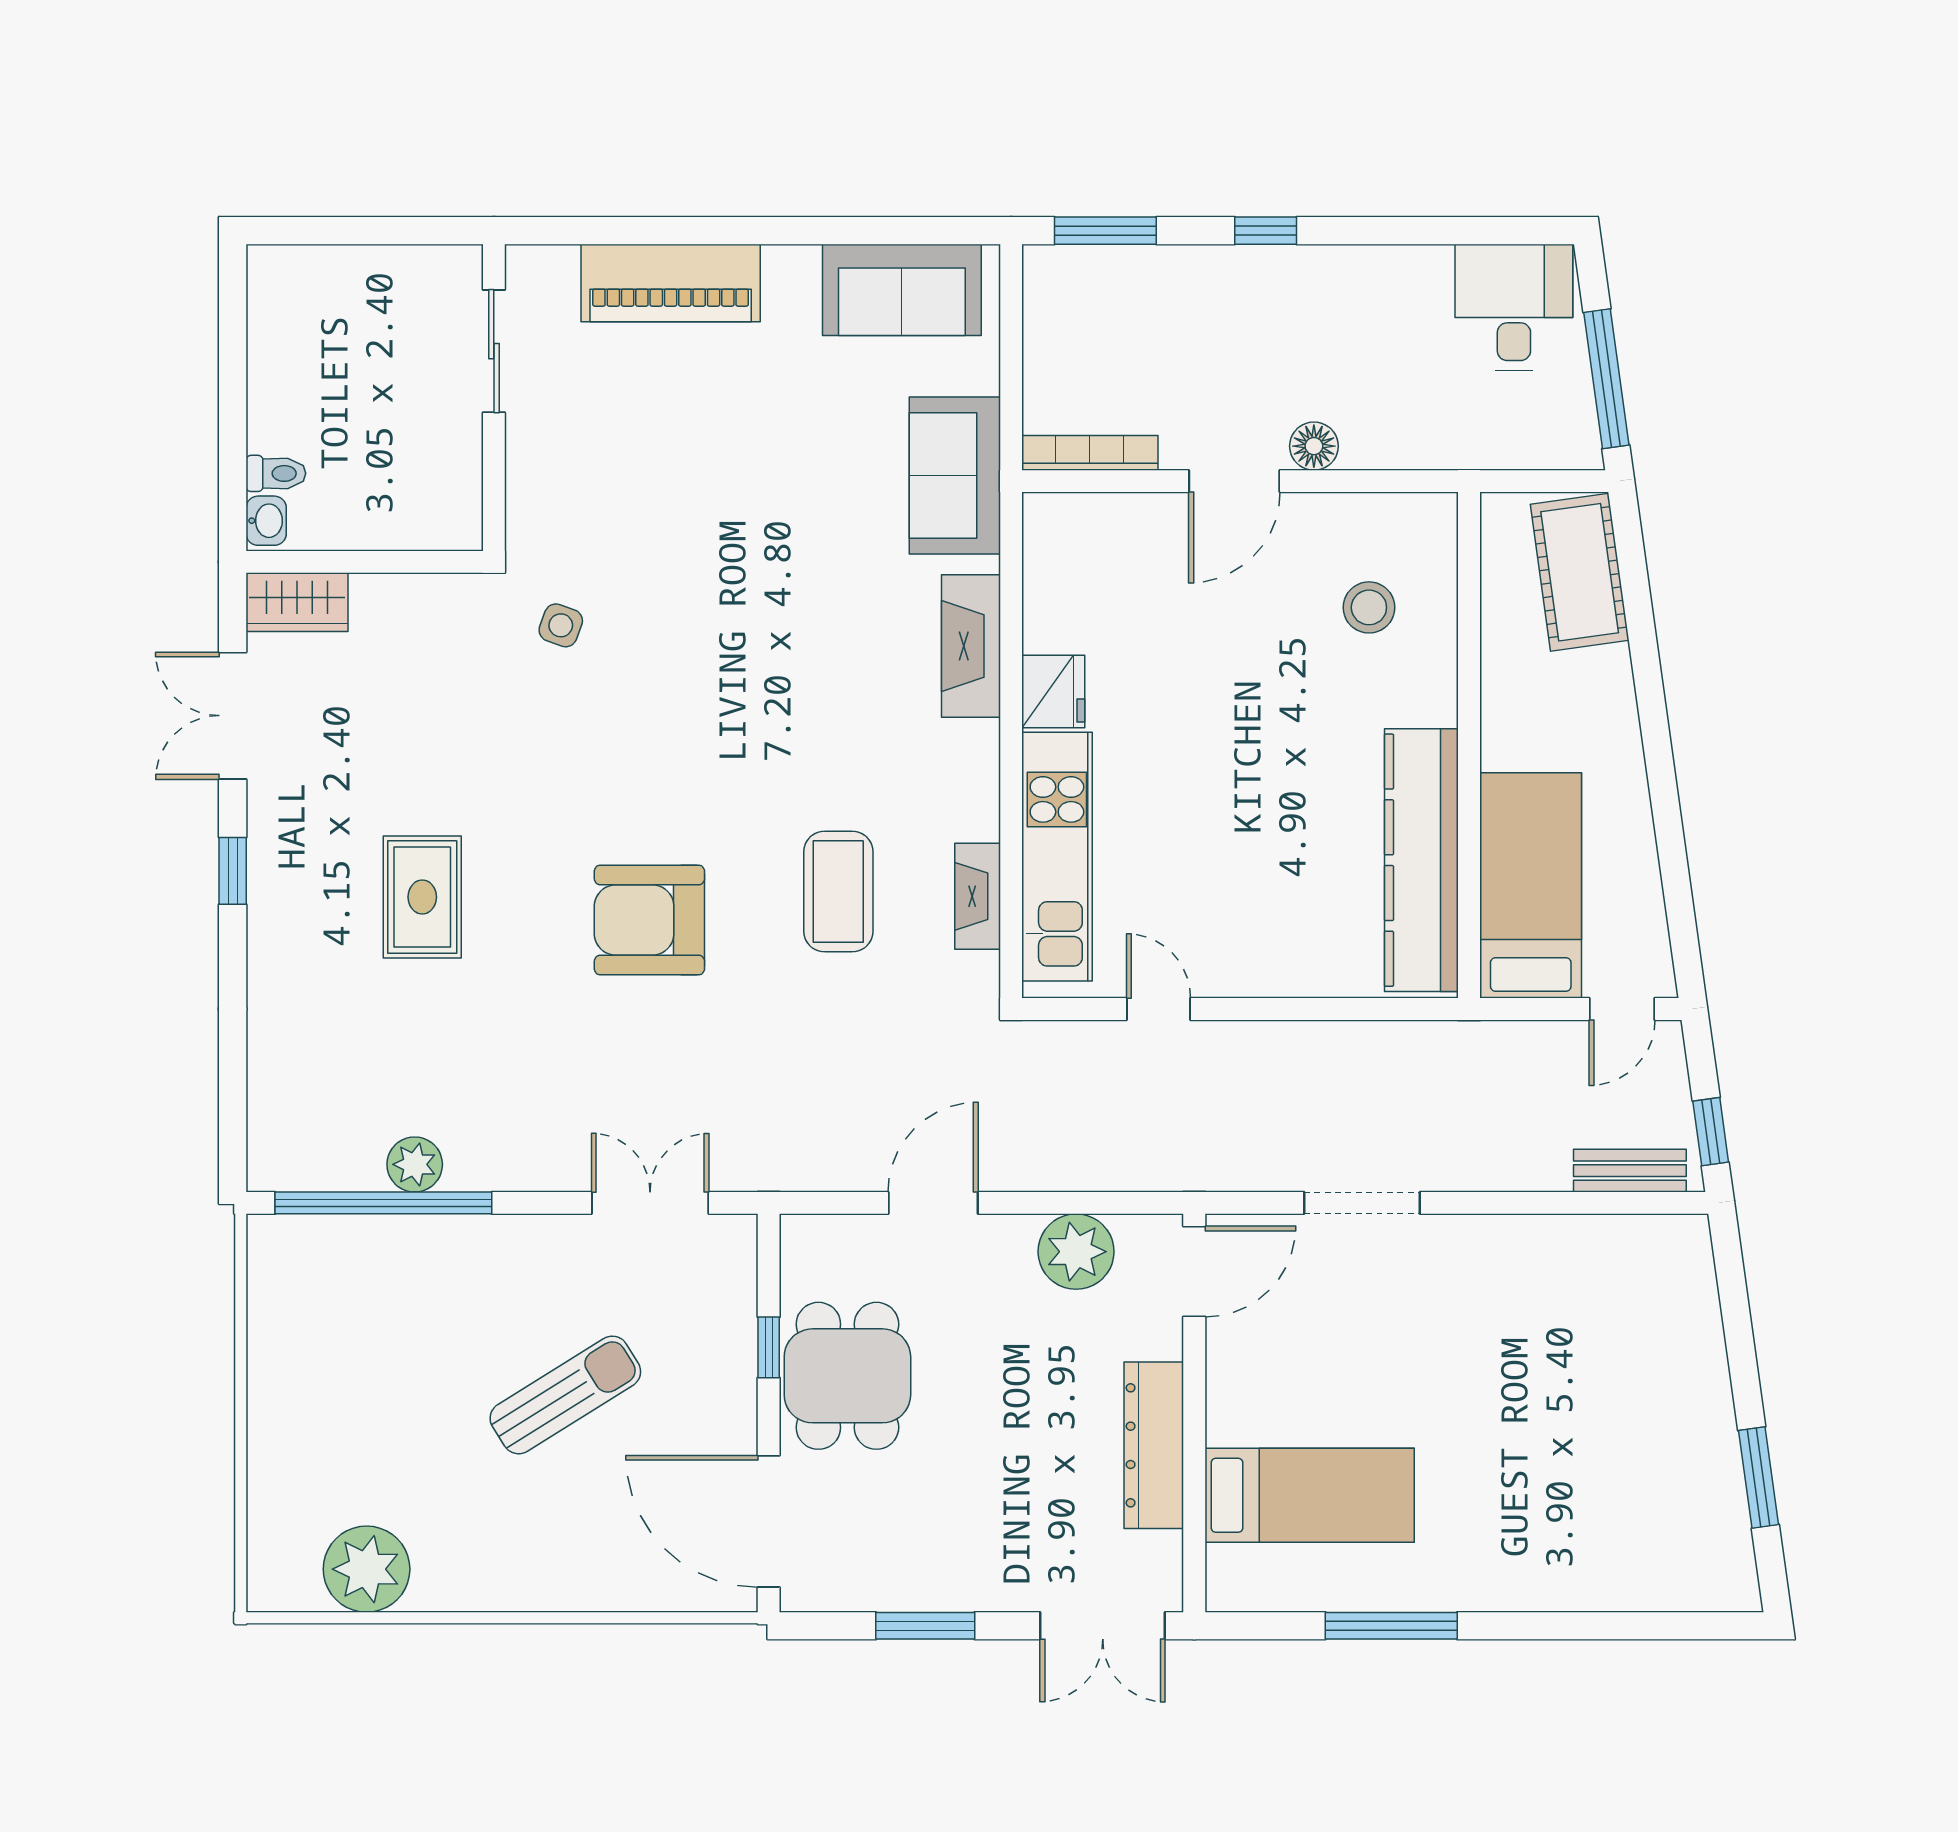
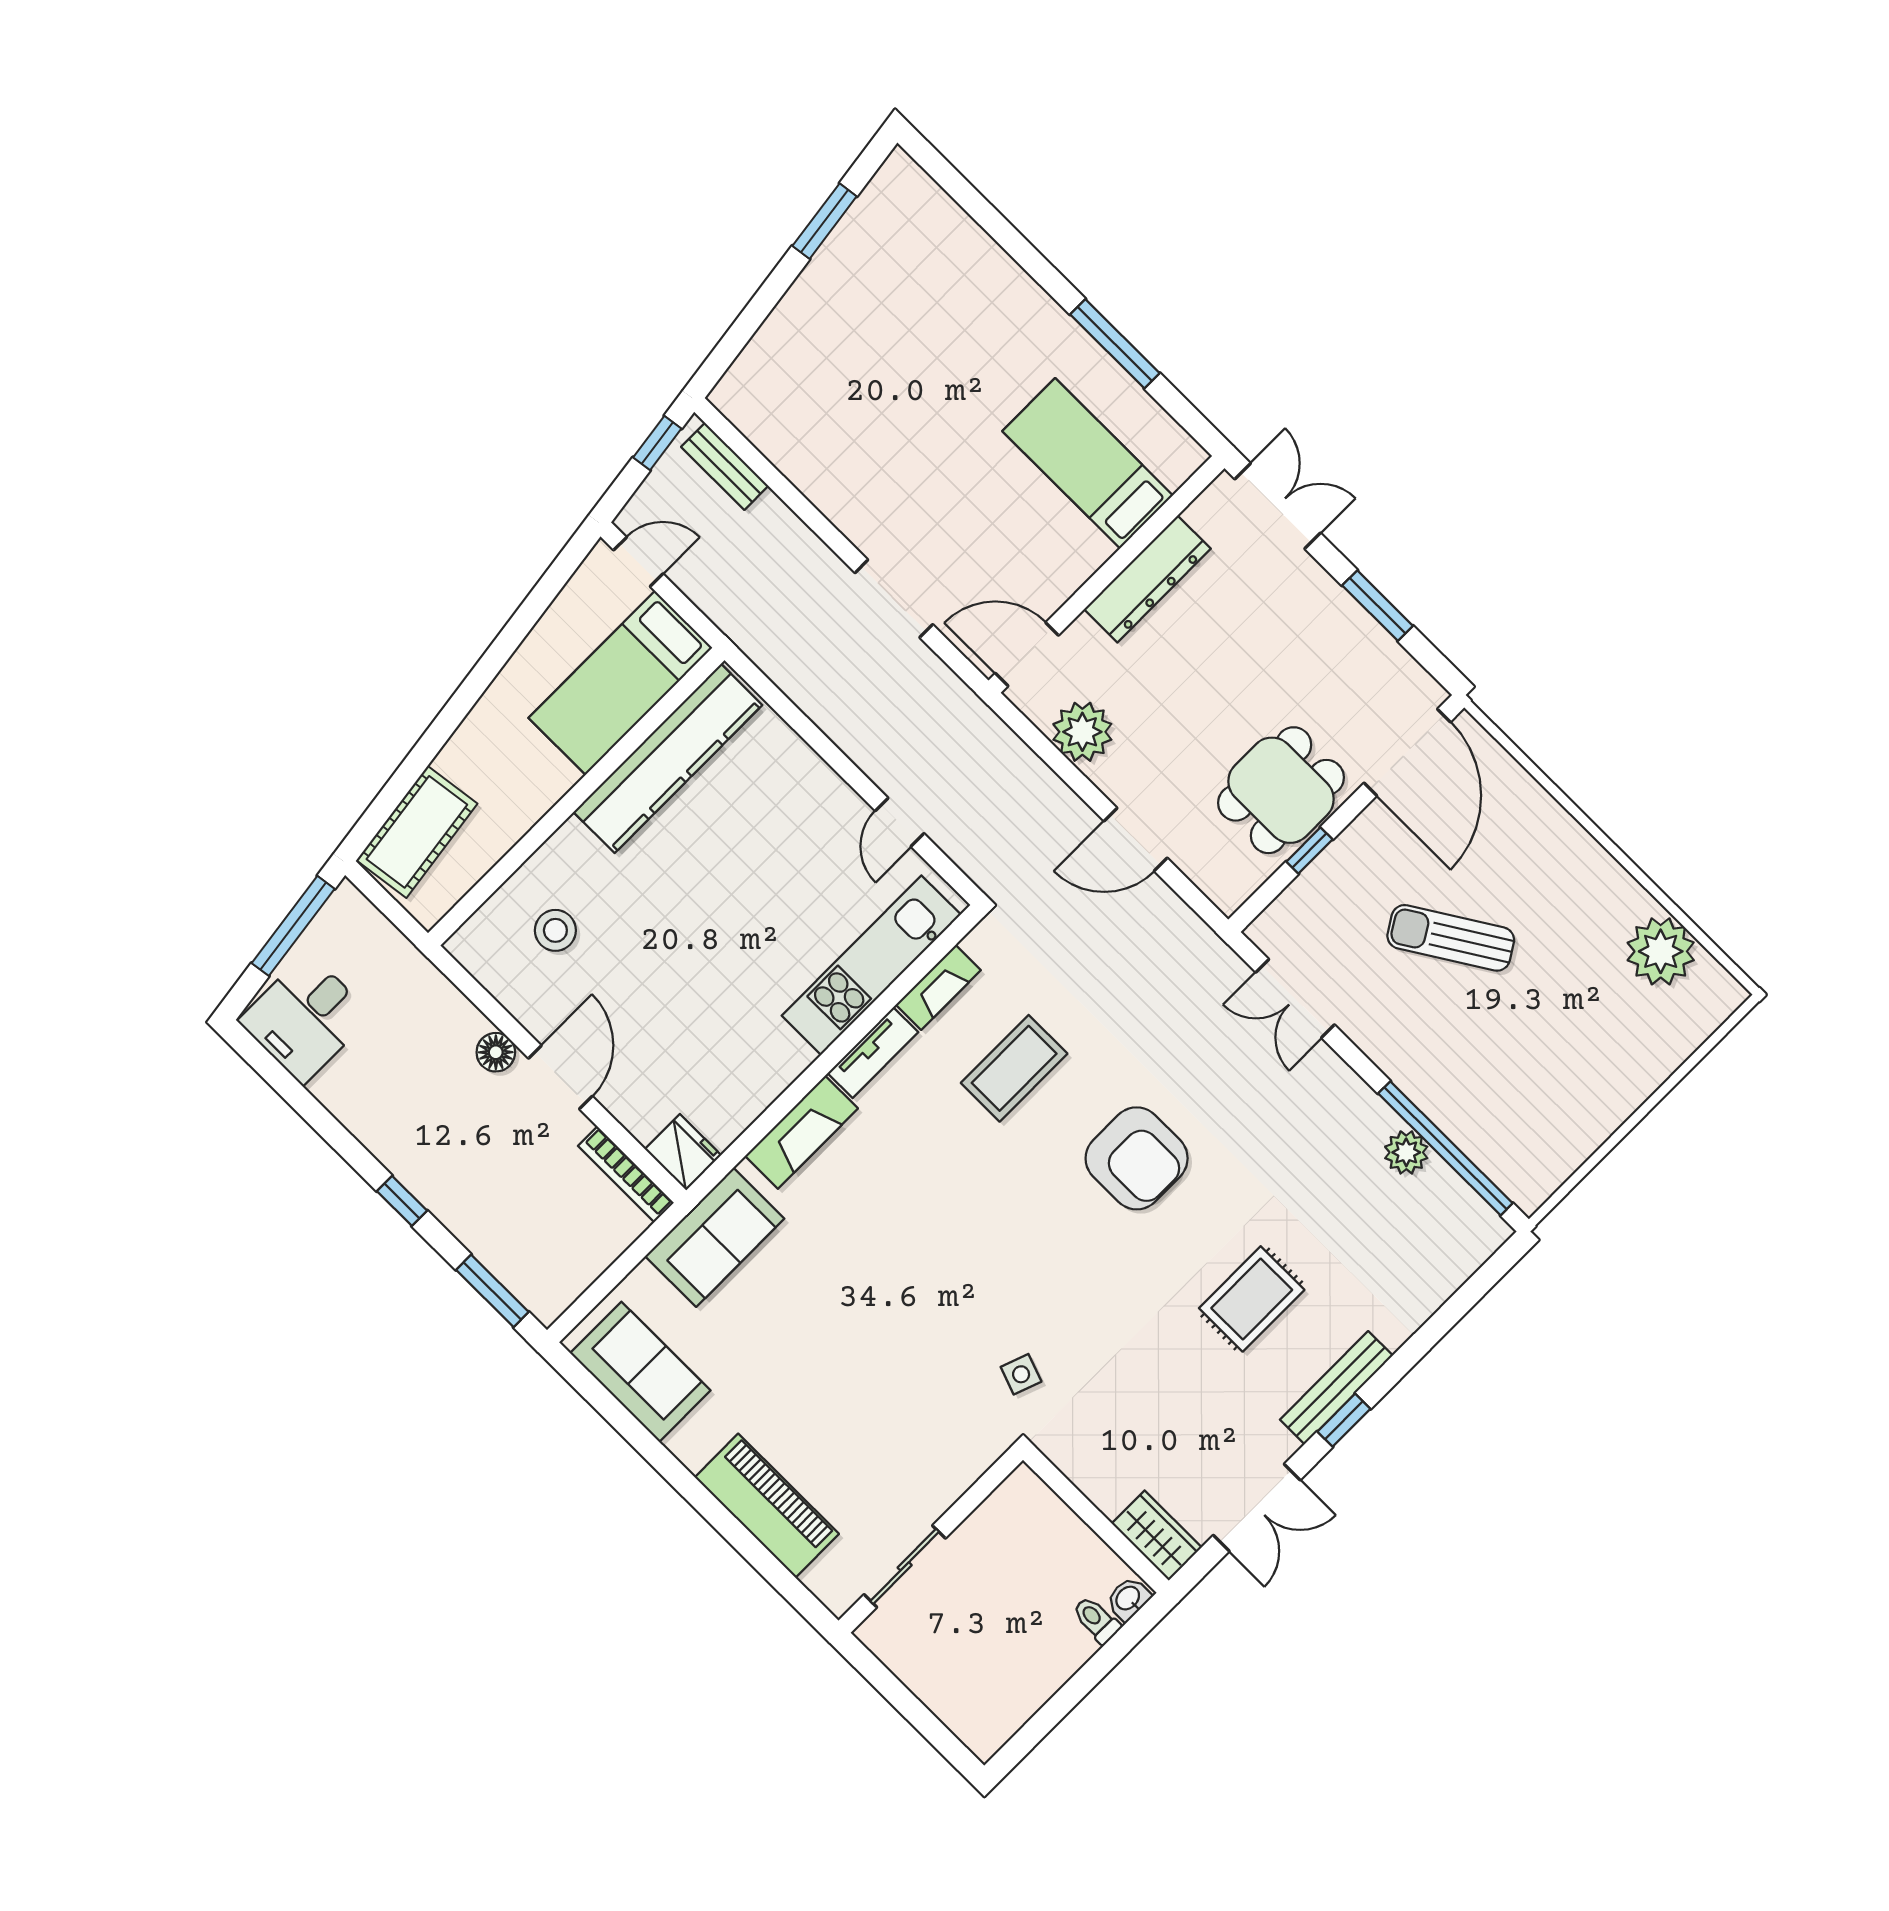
door: (1234, 481) -> (560, 1077), hinge flipped
fridge: (1053, 691) -> (683, 1152), moved, turned 90
tv unit: (978, 780) -> (873, 1053), added
bench: (268, 893) -> (1336, 1388), added

